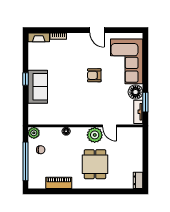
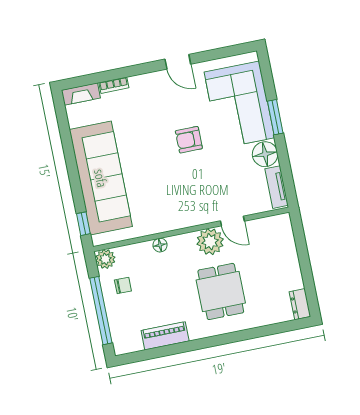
window: (25, 79) -> (83, 224), moved
sofa: (38, 87) -> (101, 178), width x1.85, depth x1.27
window: (145, 102) -> (275, 117), moved

